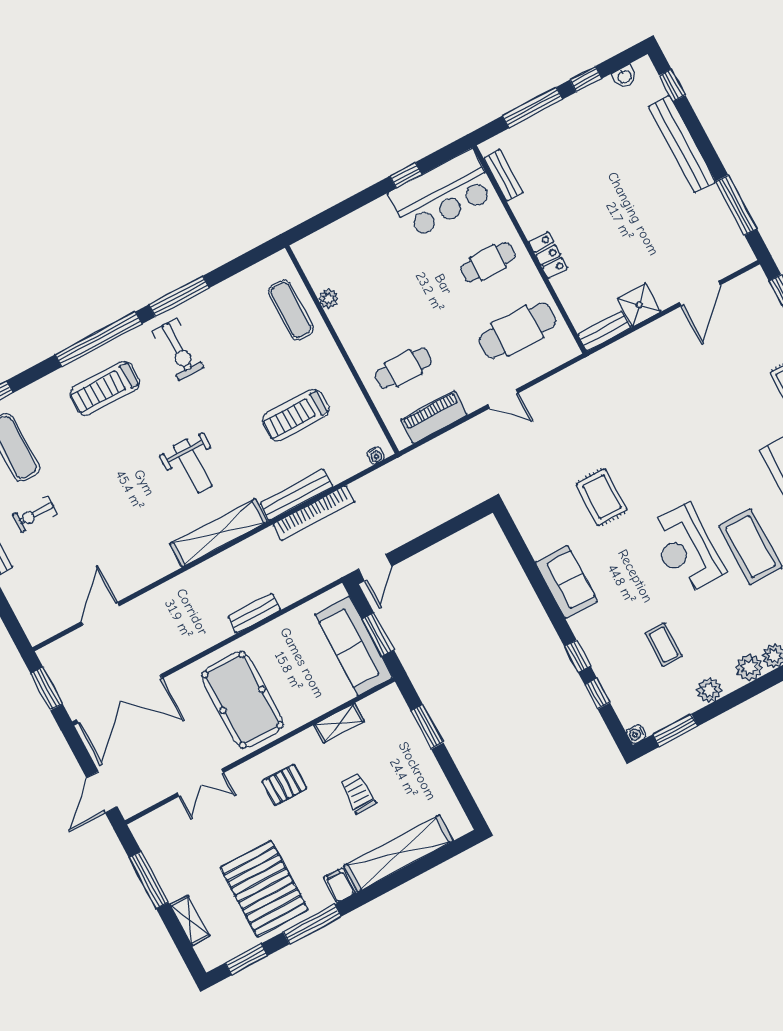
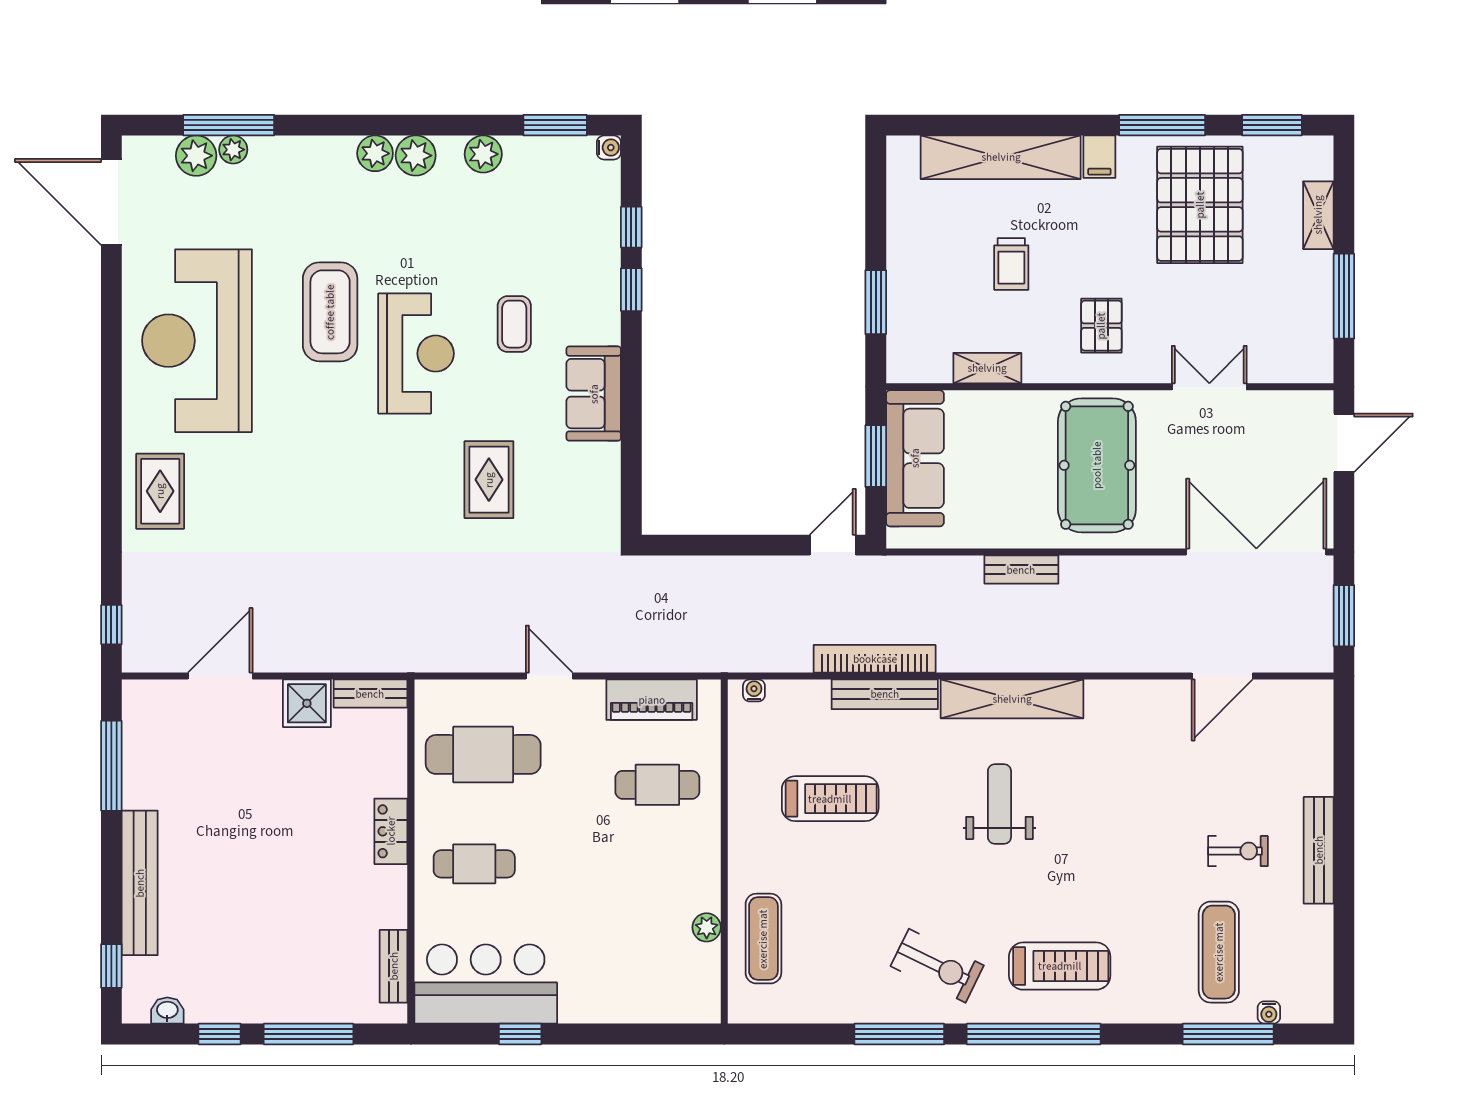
exercise bike: (178, 349) -> (937, 966), turned 116
coffee table: (664, 645) -> (514, 324), moved
pallet: (284, 785) -> (1101, 326), turned 90

